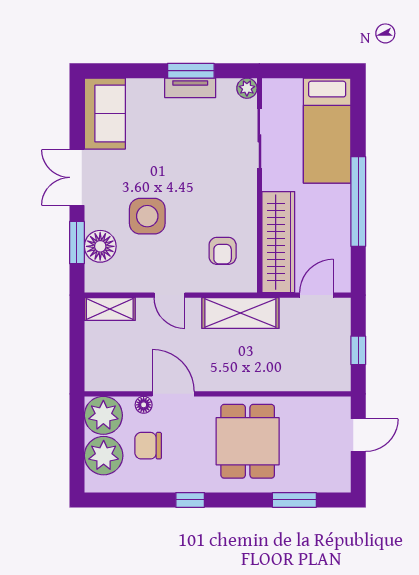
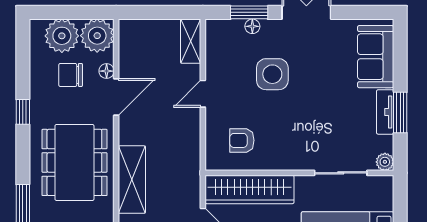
sofa: (105, 114) -> (376, 57), moved, turned 90
floor lamp: (100, 246) -> (252, 26), width x0.53, depth x0.53
shelving: (240, 313) -> (132, 180), moved
dining table: (248, 441) -> (74, 162), width x1.38
chair: (148, 446) -> (71, 75), turned -90

